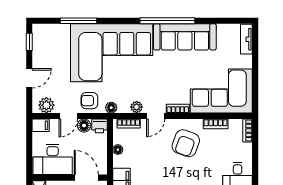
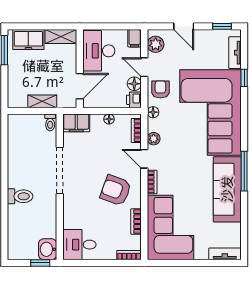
window: (78, 21) -> (244, 78), width x0.46
window: (167, 21) -> (244, 171), width x0.68
tv unit: (54, 29) -> (235, 53), added

